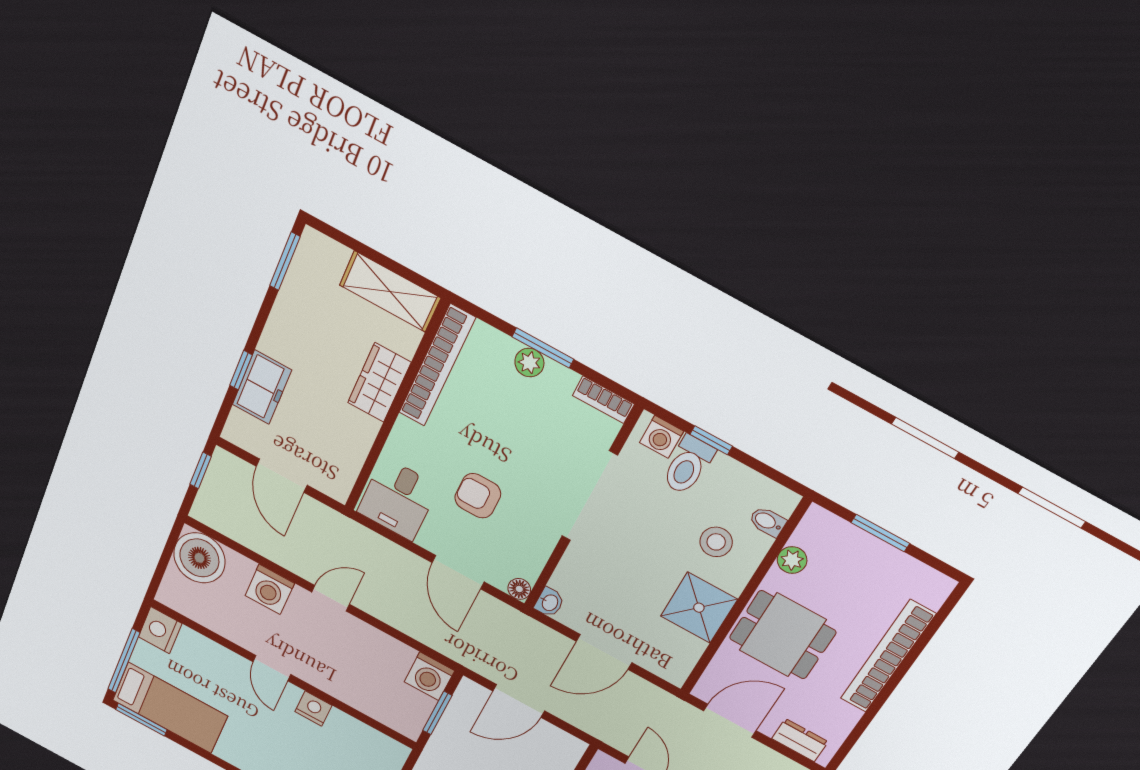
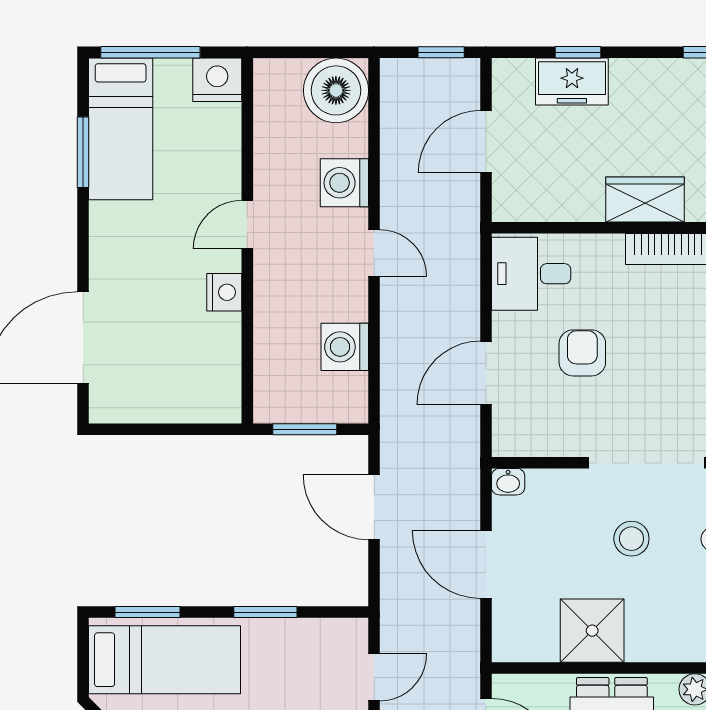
stool: (716, 542) -> (631, 539), moved
floor lamp: (519, 589) -> (505, 444), removed
washing machine: (429, 676) -> (345, 347), moved
window: (141, 720) -> (83, 152), moved

